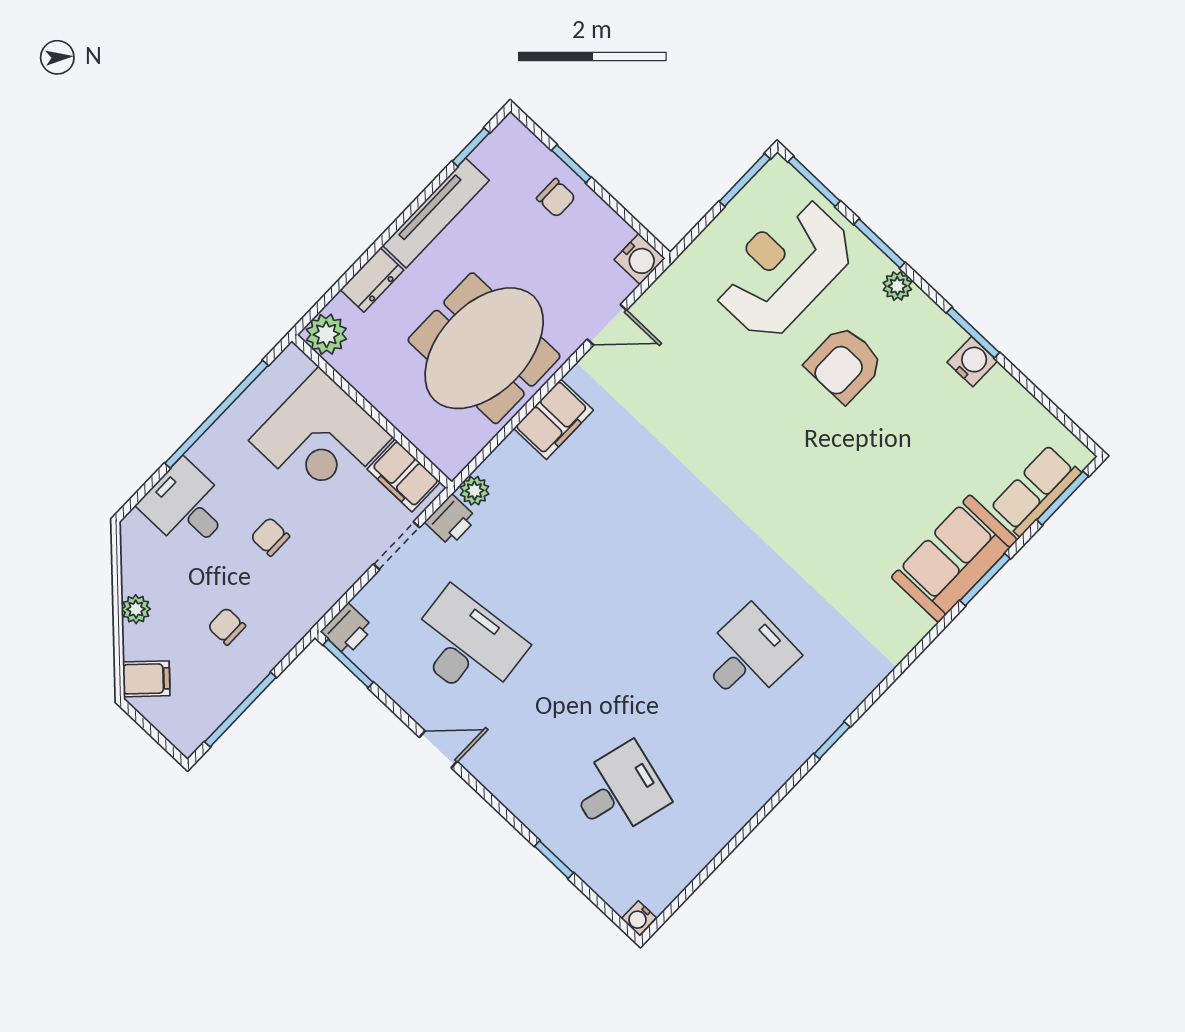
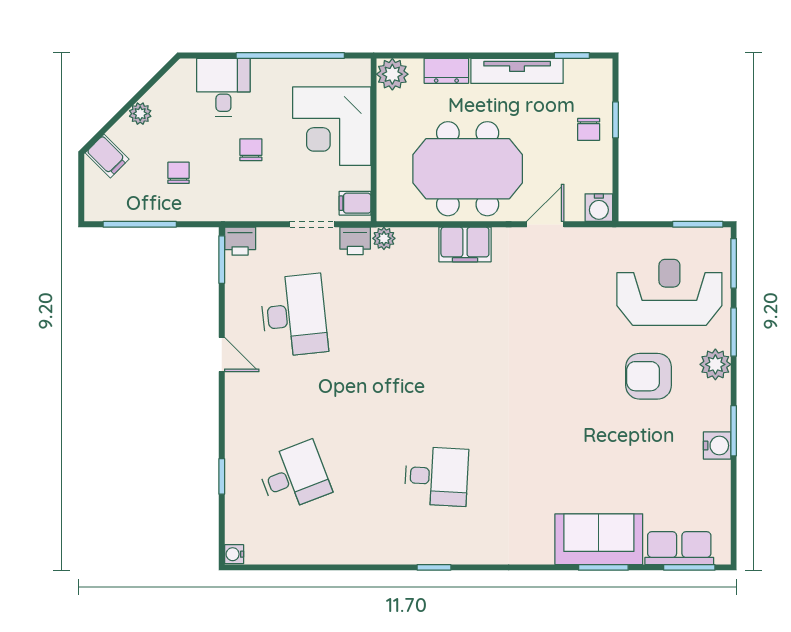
plant: (897, 286) -> (715, 364), width x1.38, depth x1.38
door: (607, 325) -> (545, 224), swing flipped
filing cabinet: (404, 476) -> (355, 203), width x0.50
desk: (619, 791) -> (294, 476), turned -36

